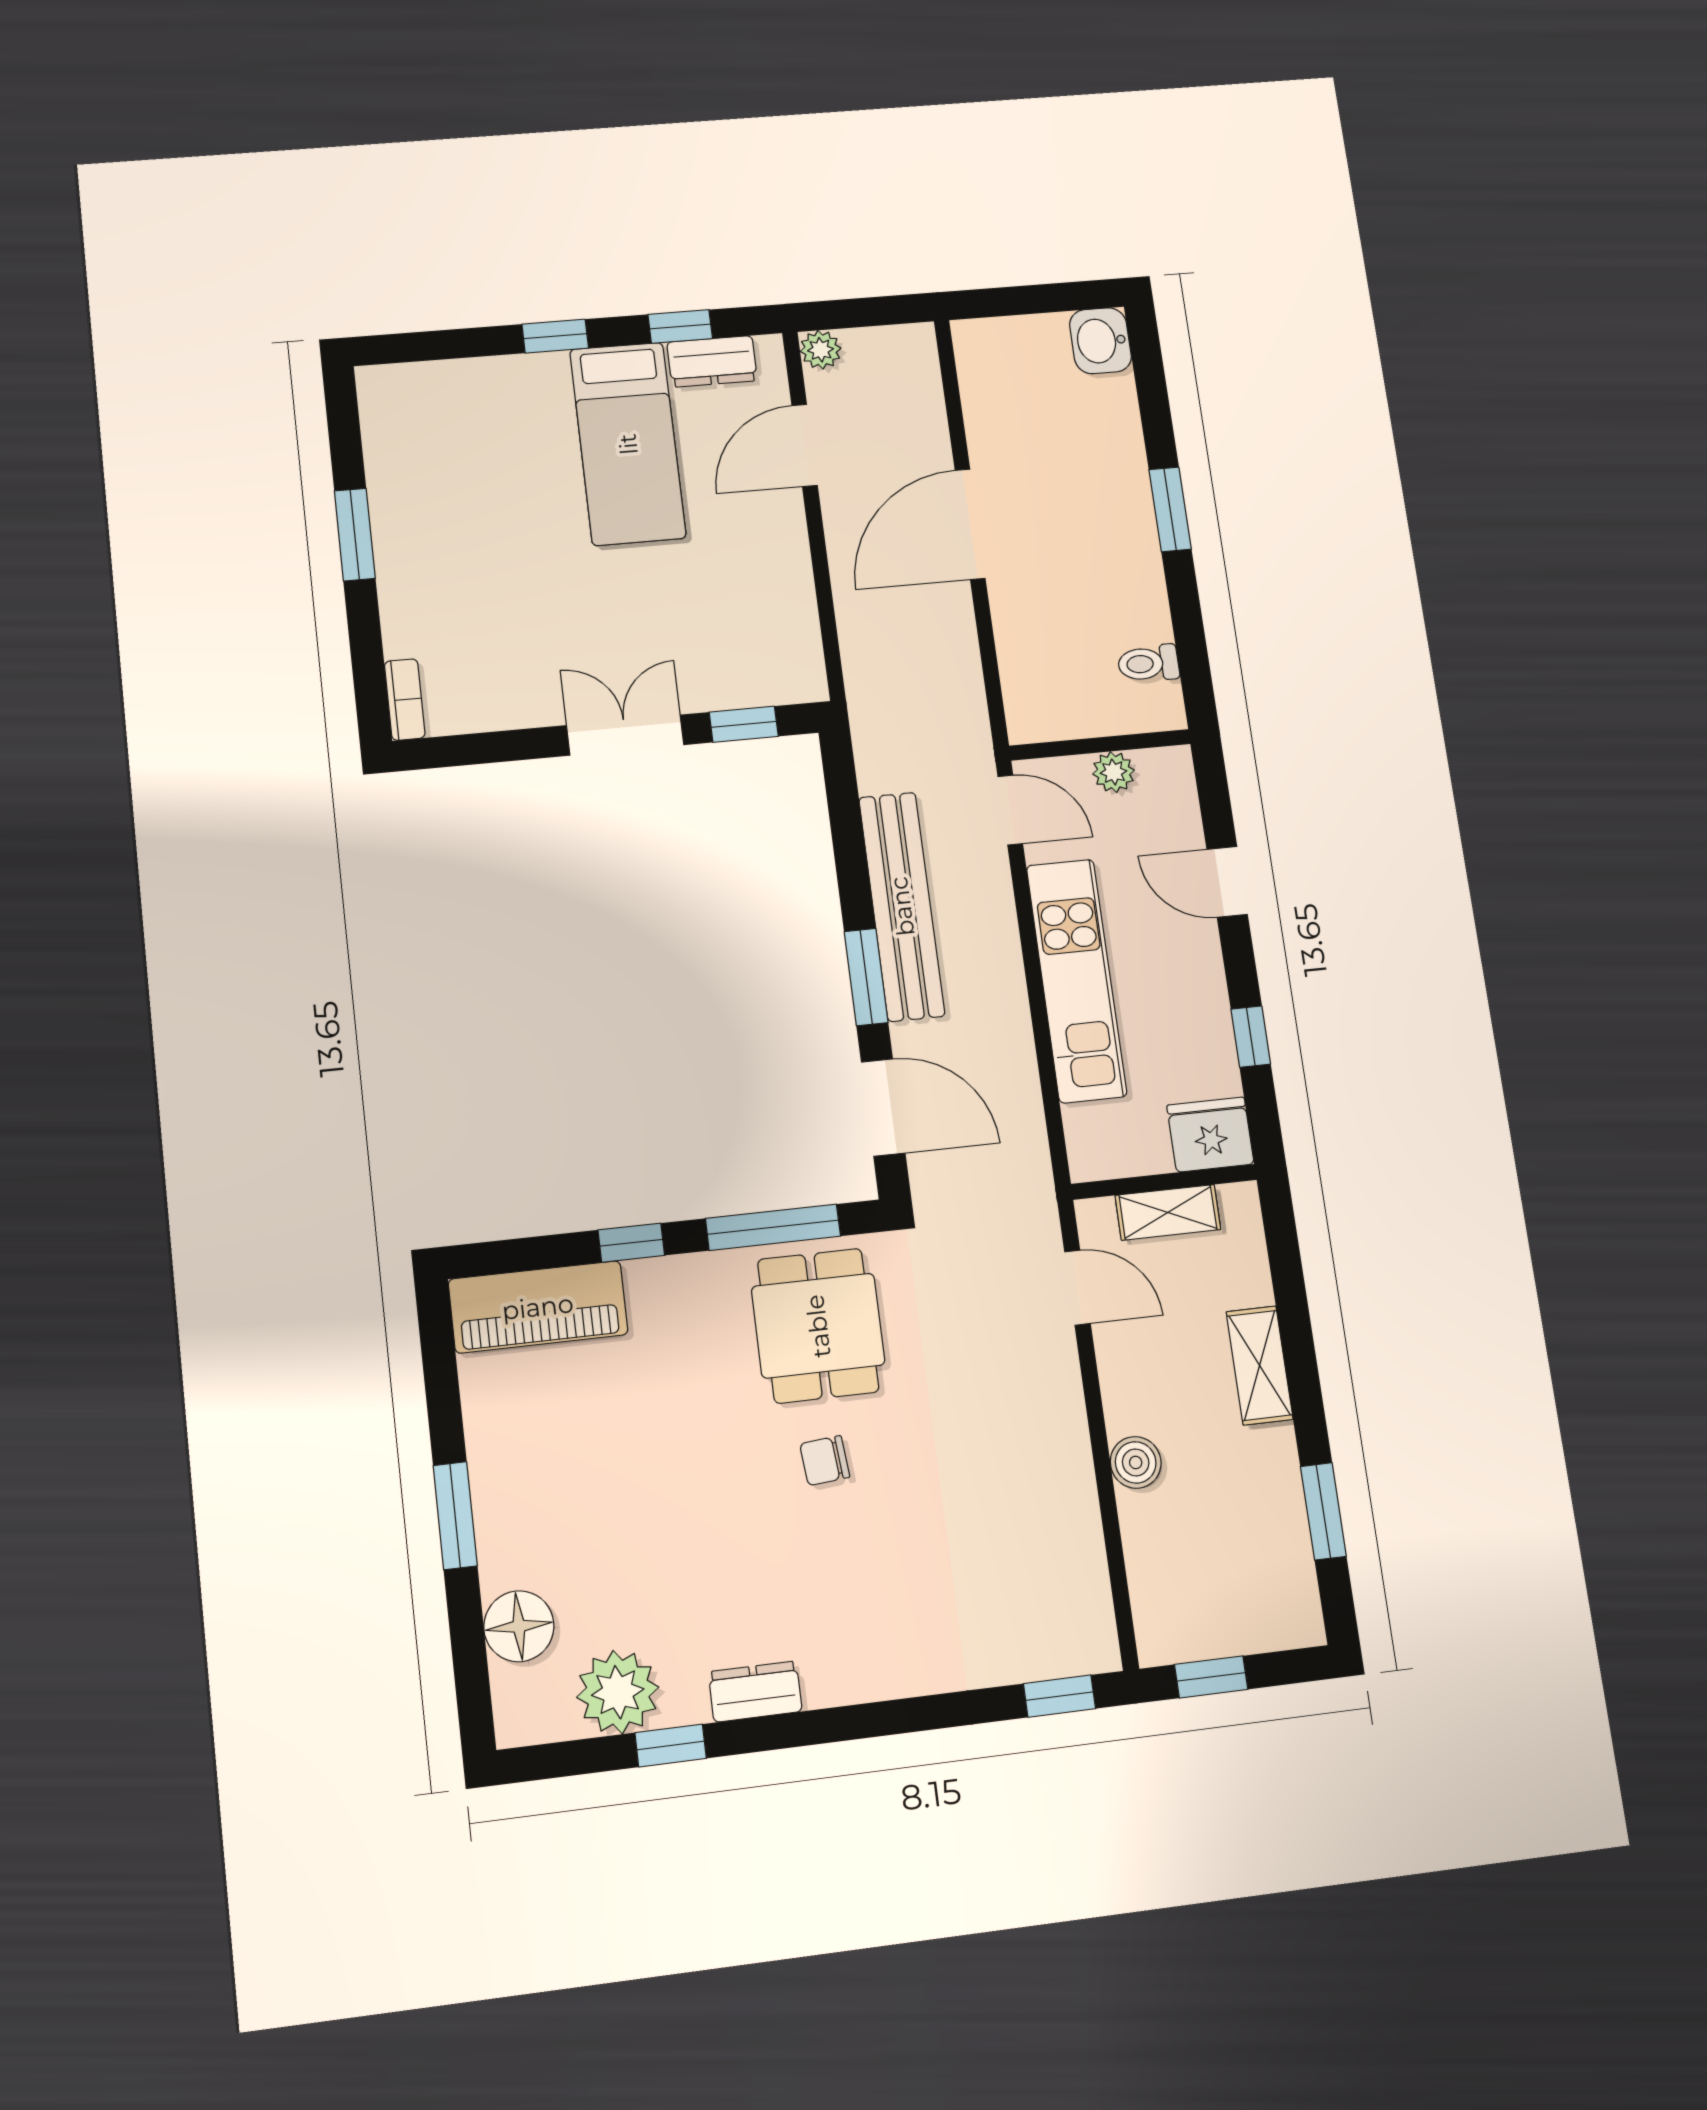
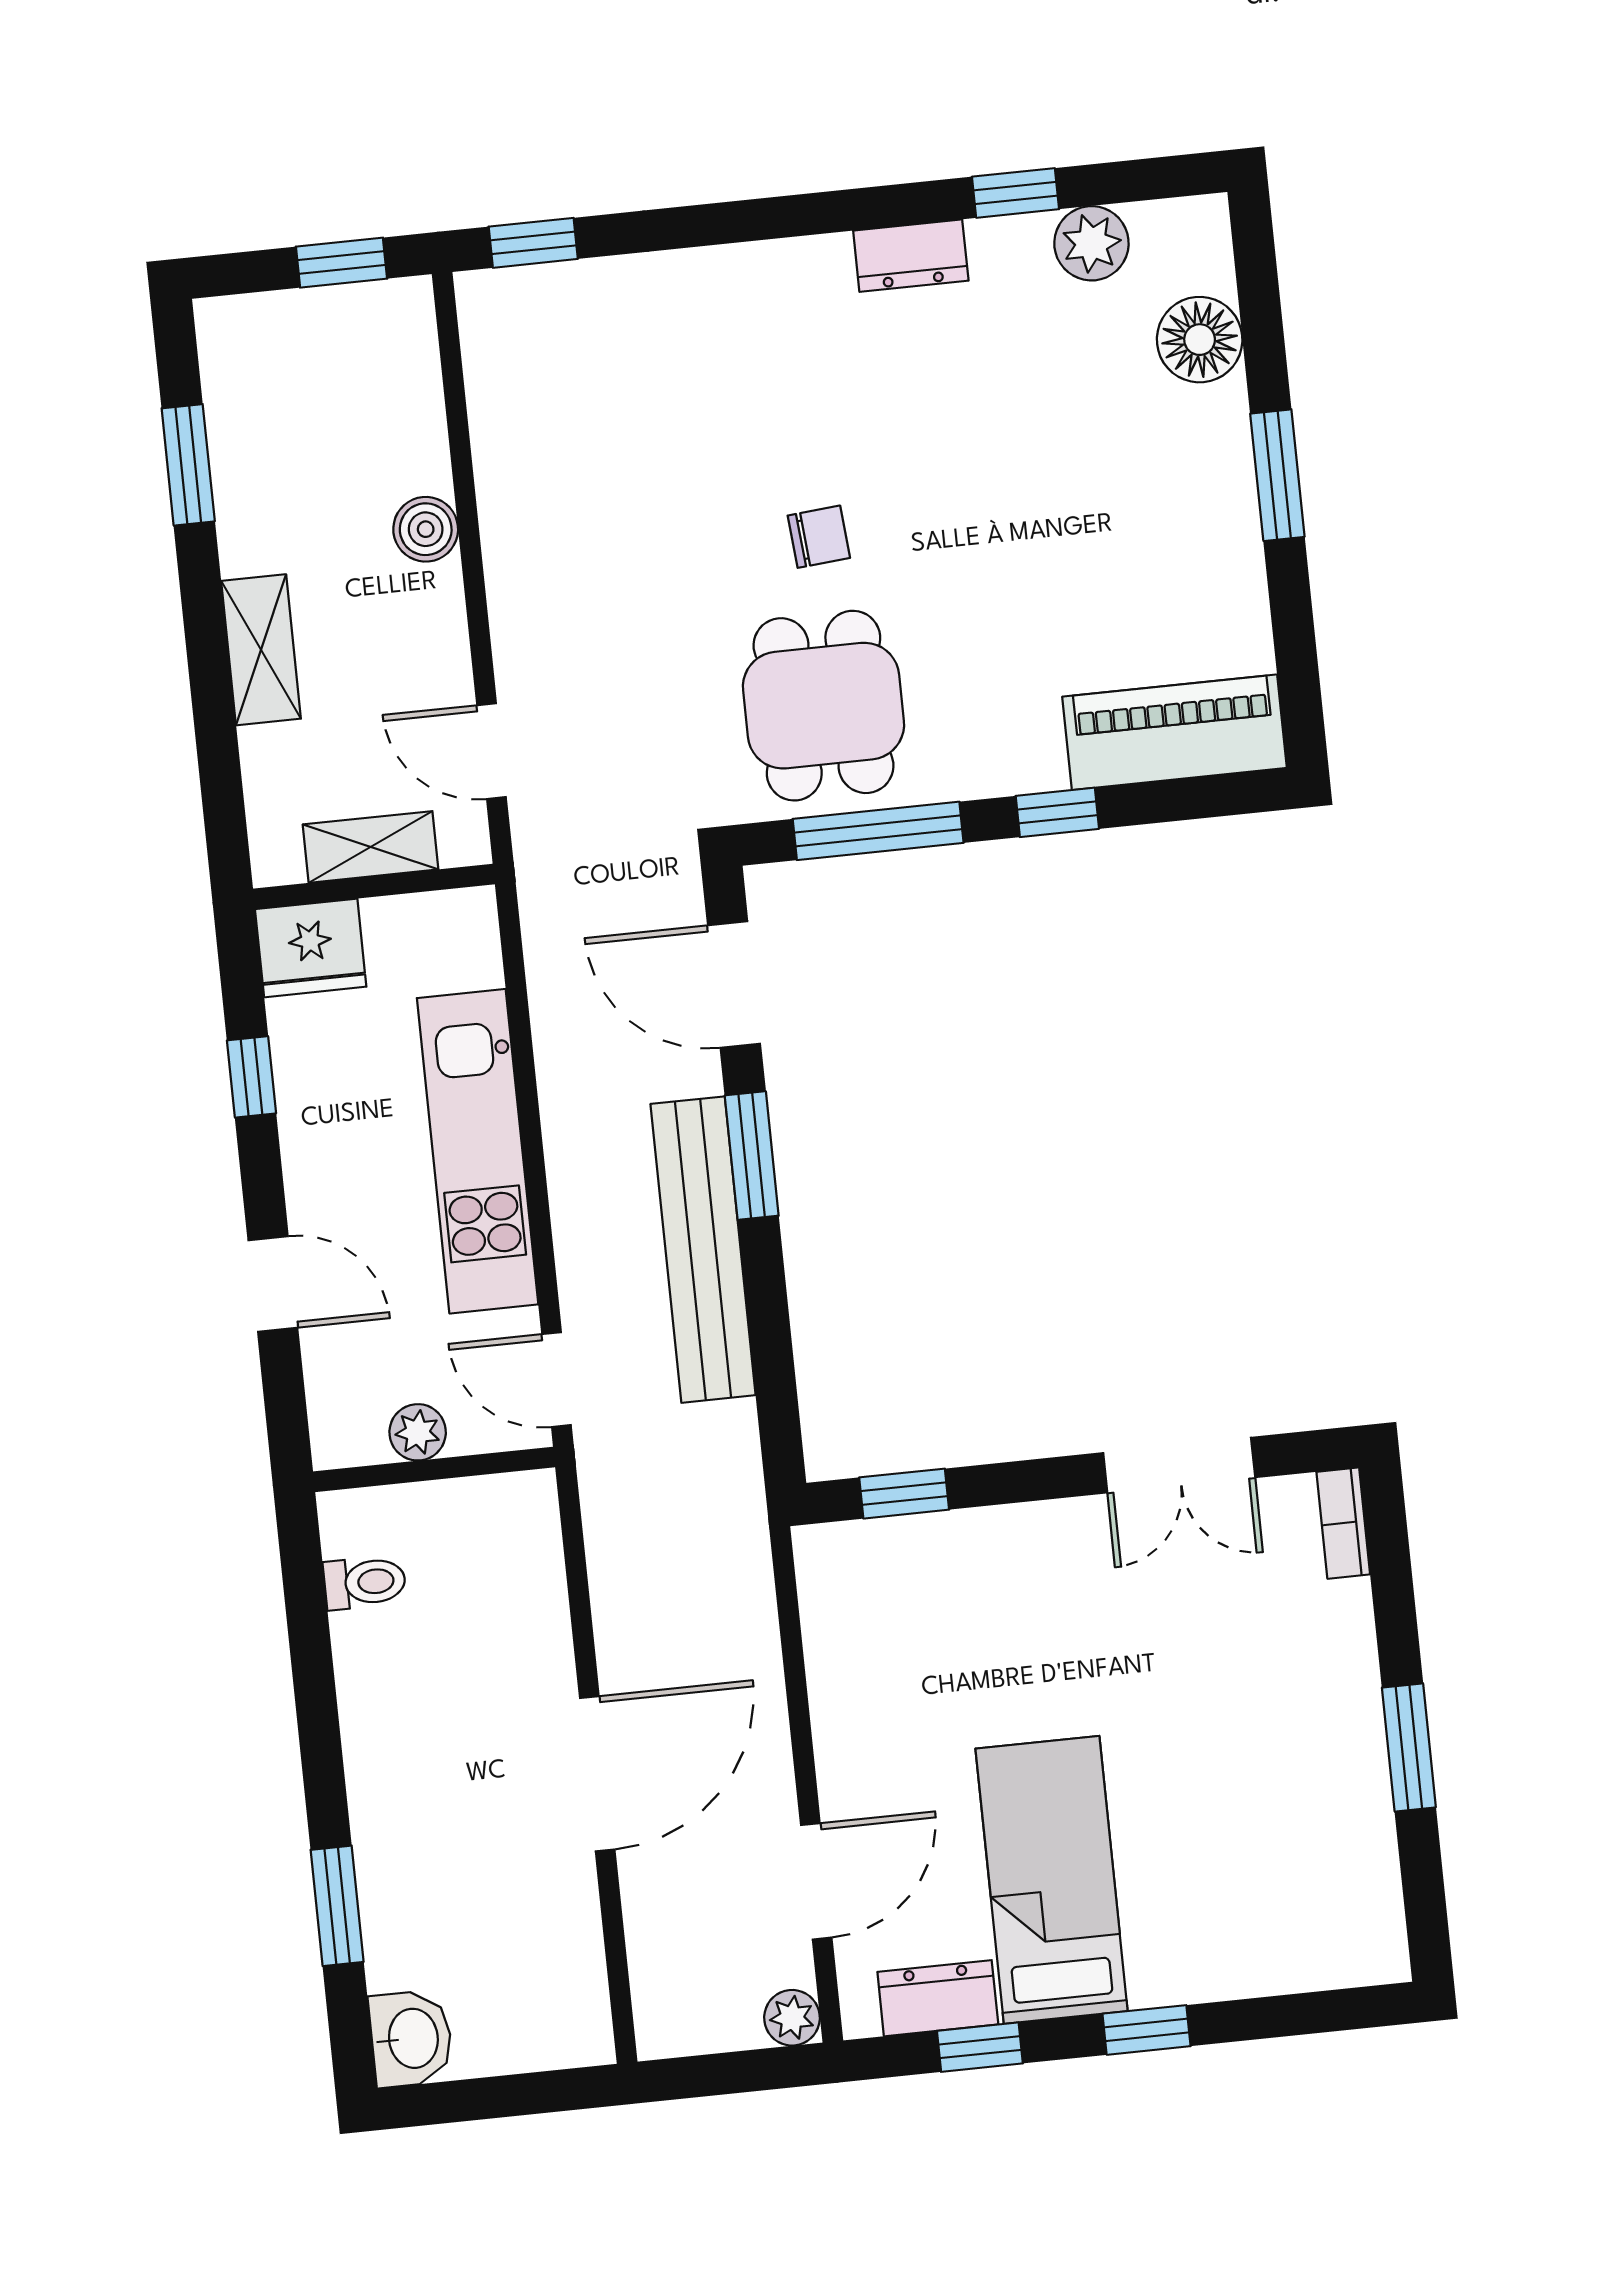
window: (1170, 509) -> (337, 1906), moved
double door: (625, 735) -> (1179, 1465), moved
plant: (618, 1692) -> (1091, 243), width x0.73, depth x0.73

